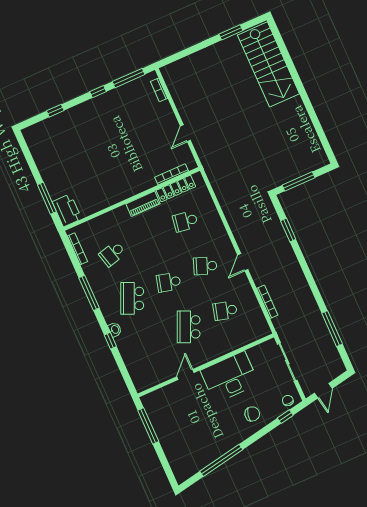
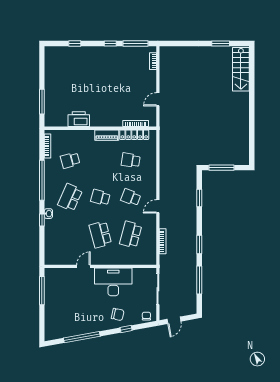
stairs: (269, 64) -> (241, 69), width x0.73, depth x0.66
printer: (67, 210) -> (79, 119), moved, turned -90
window: (313, 286) -> (199, 244), added
window: (89, 293) -> (42, 180), width x1.46
school desk: (225, 311) -> (131, 234), width x1.85
school desk: (189, 327) -> (100, 234), turned -39
window: (285, 417) -> (126, 329), moved

